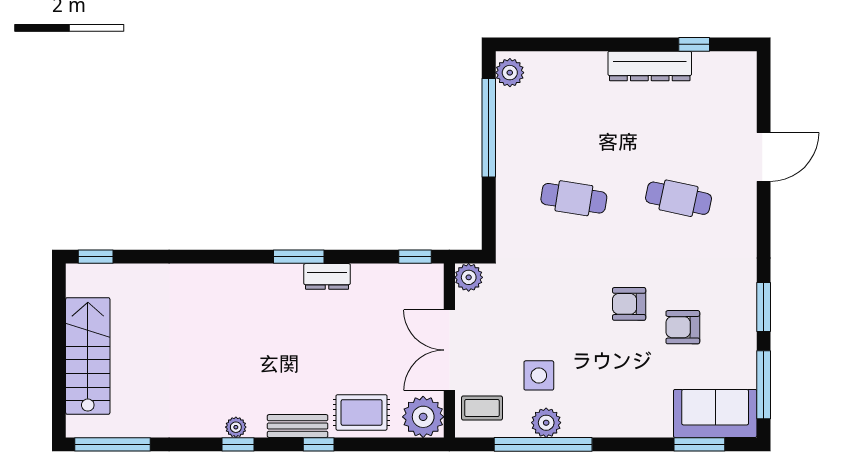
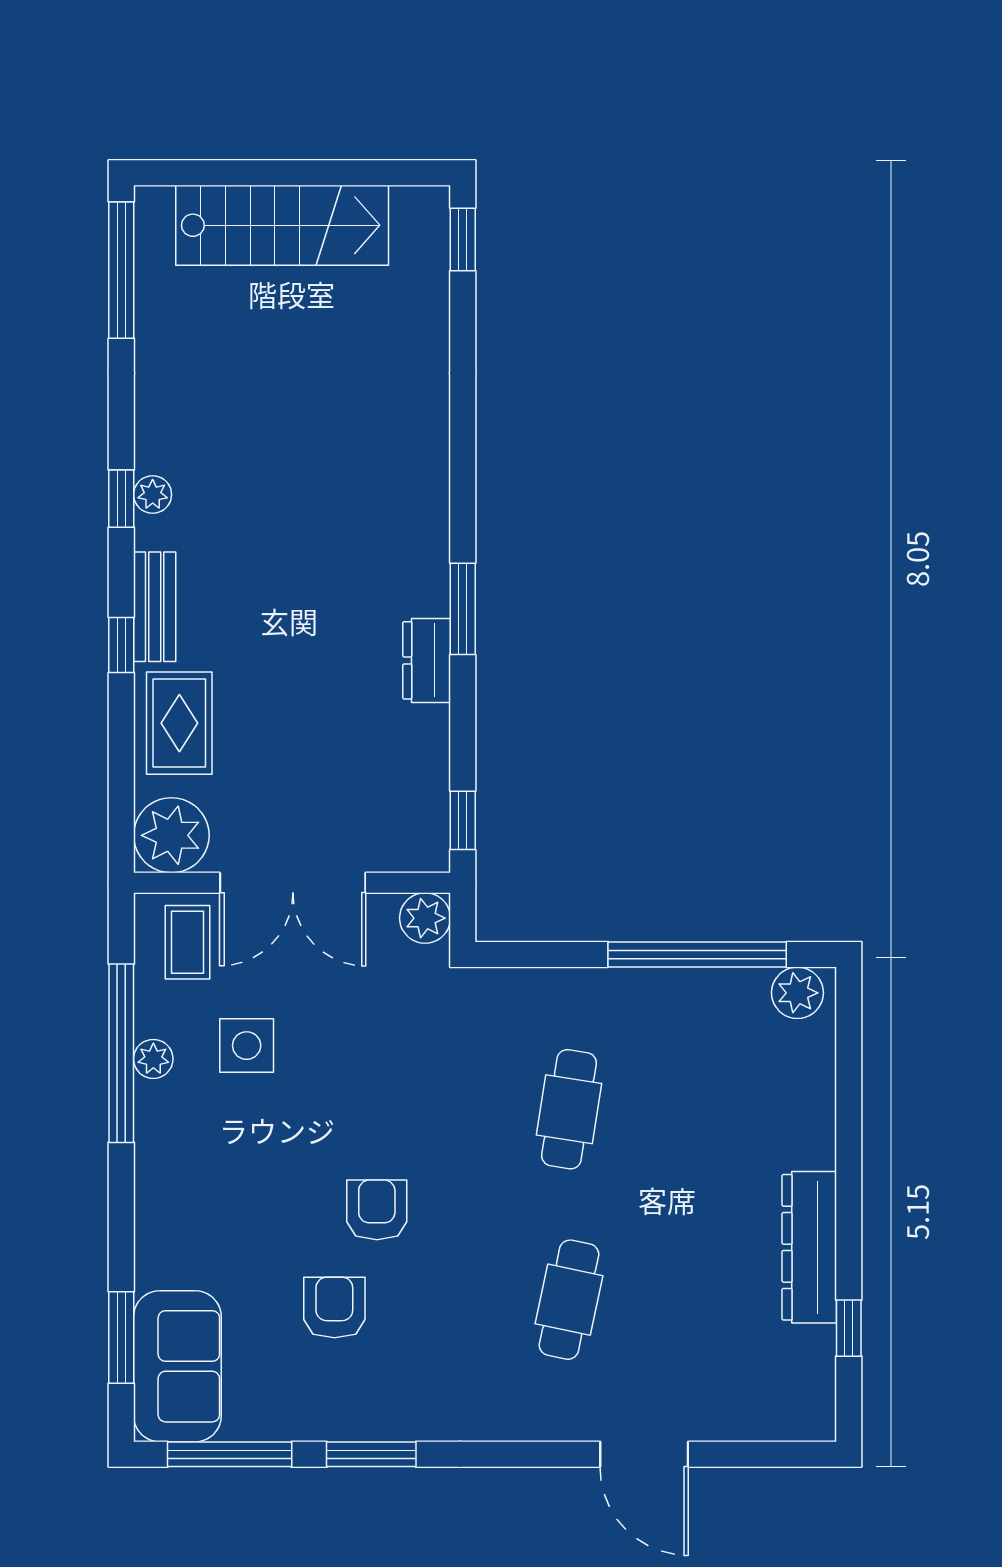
double door: (449, 350) -> (293, 883), swing flipped
plant: (546, 423) -> (153, 1059), width x0.73, depth x0.73

